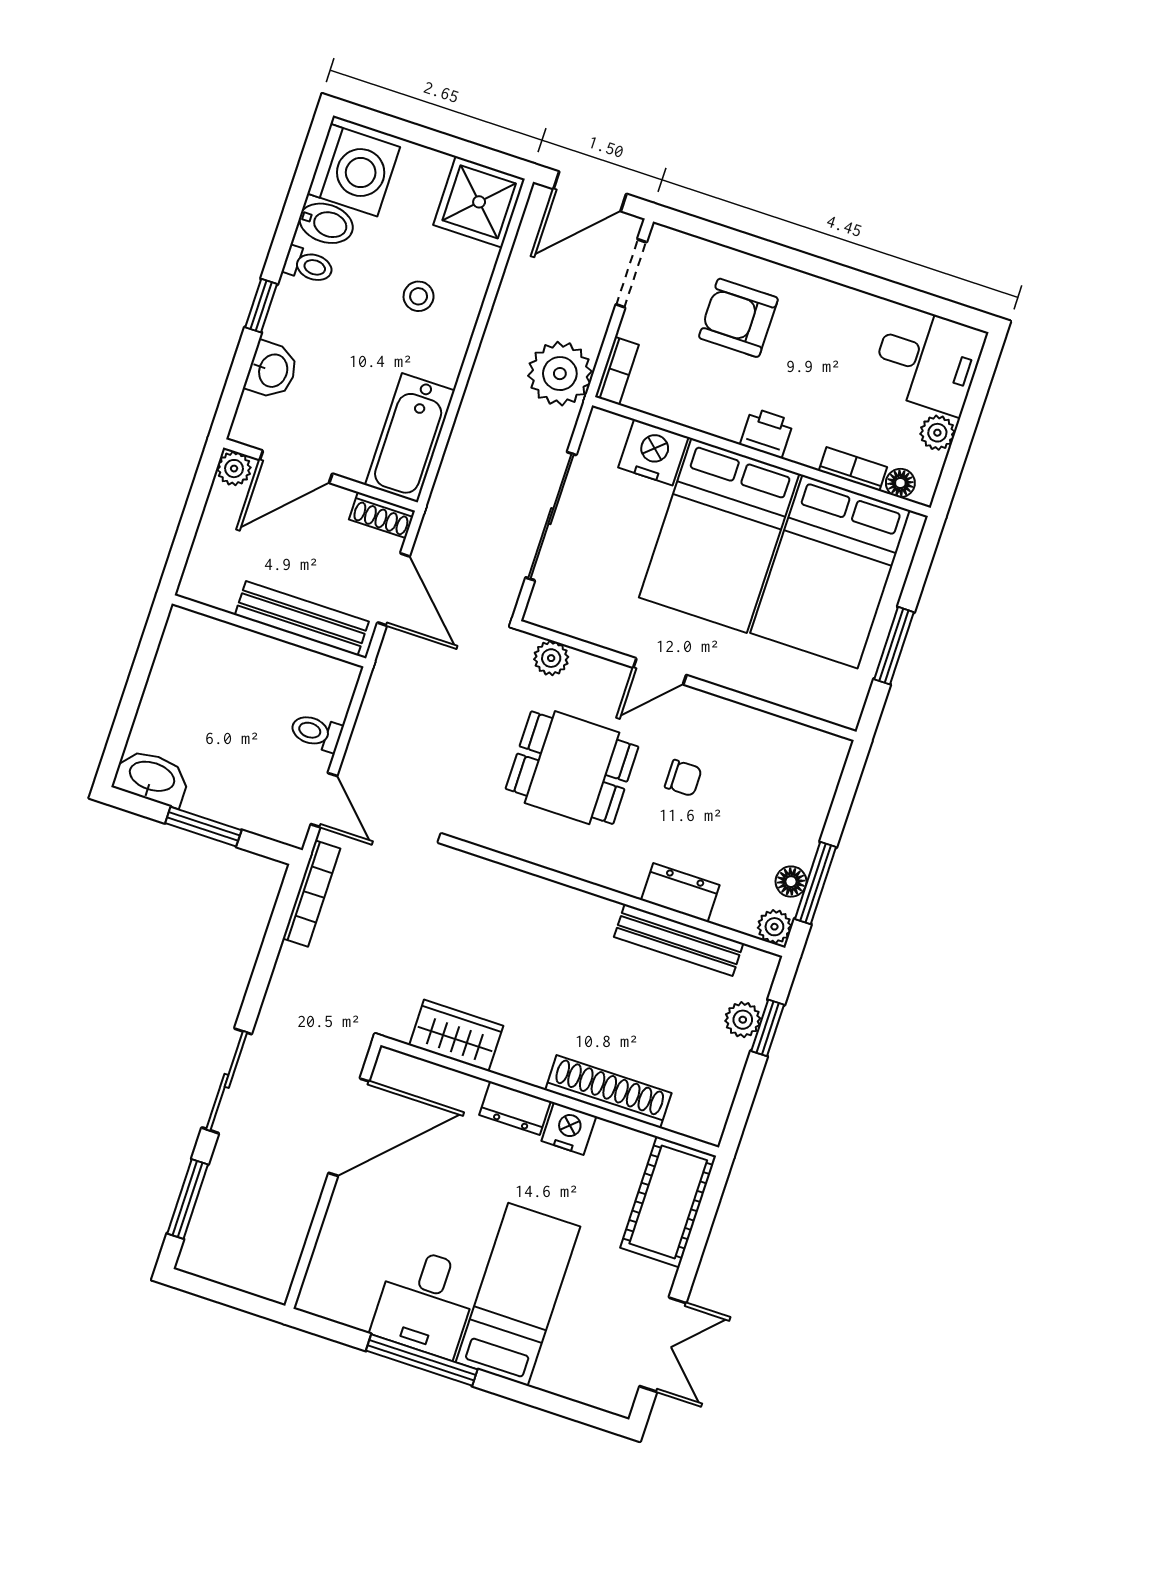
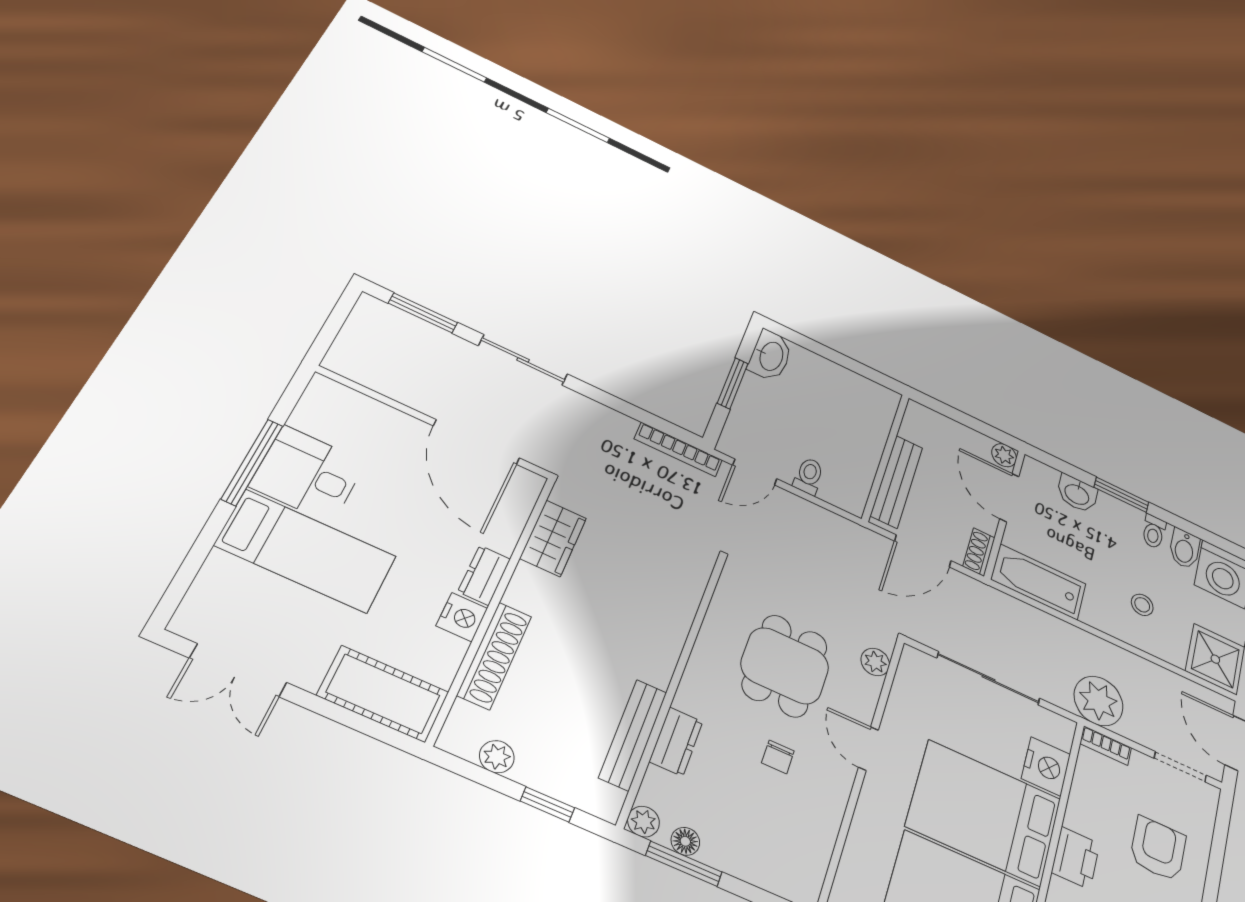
window: (261, 306) -> (1121, 495), width x1.50
printer: (767, 433) -> (1076, 858), width x1.36, depth x1.24
plant: (743, 1020) -> (497, 757), moved

